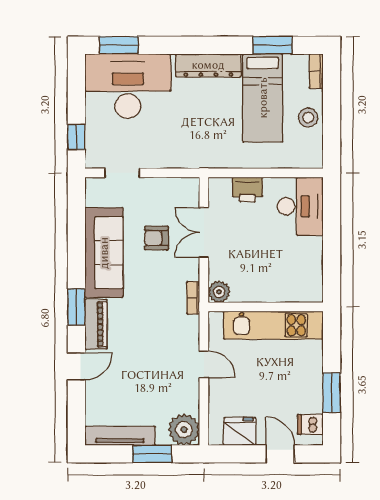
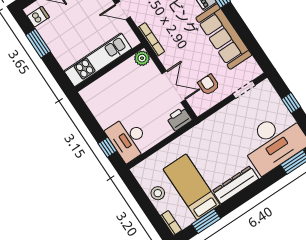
window: (76, 137) -> (291, 103), moved
printer: (247, 189) -> (179, 119), moved
window: (332, 213) -> (107, 147), added
armchair: (157, 238) -> (209, 85), moved, turned -90
bookcase: (193, 298) -> (151, 39), width x1.56

